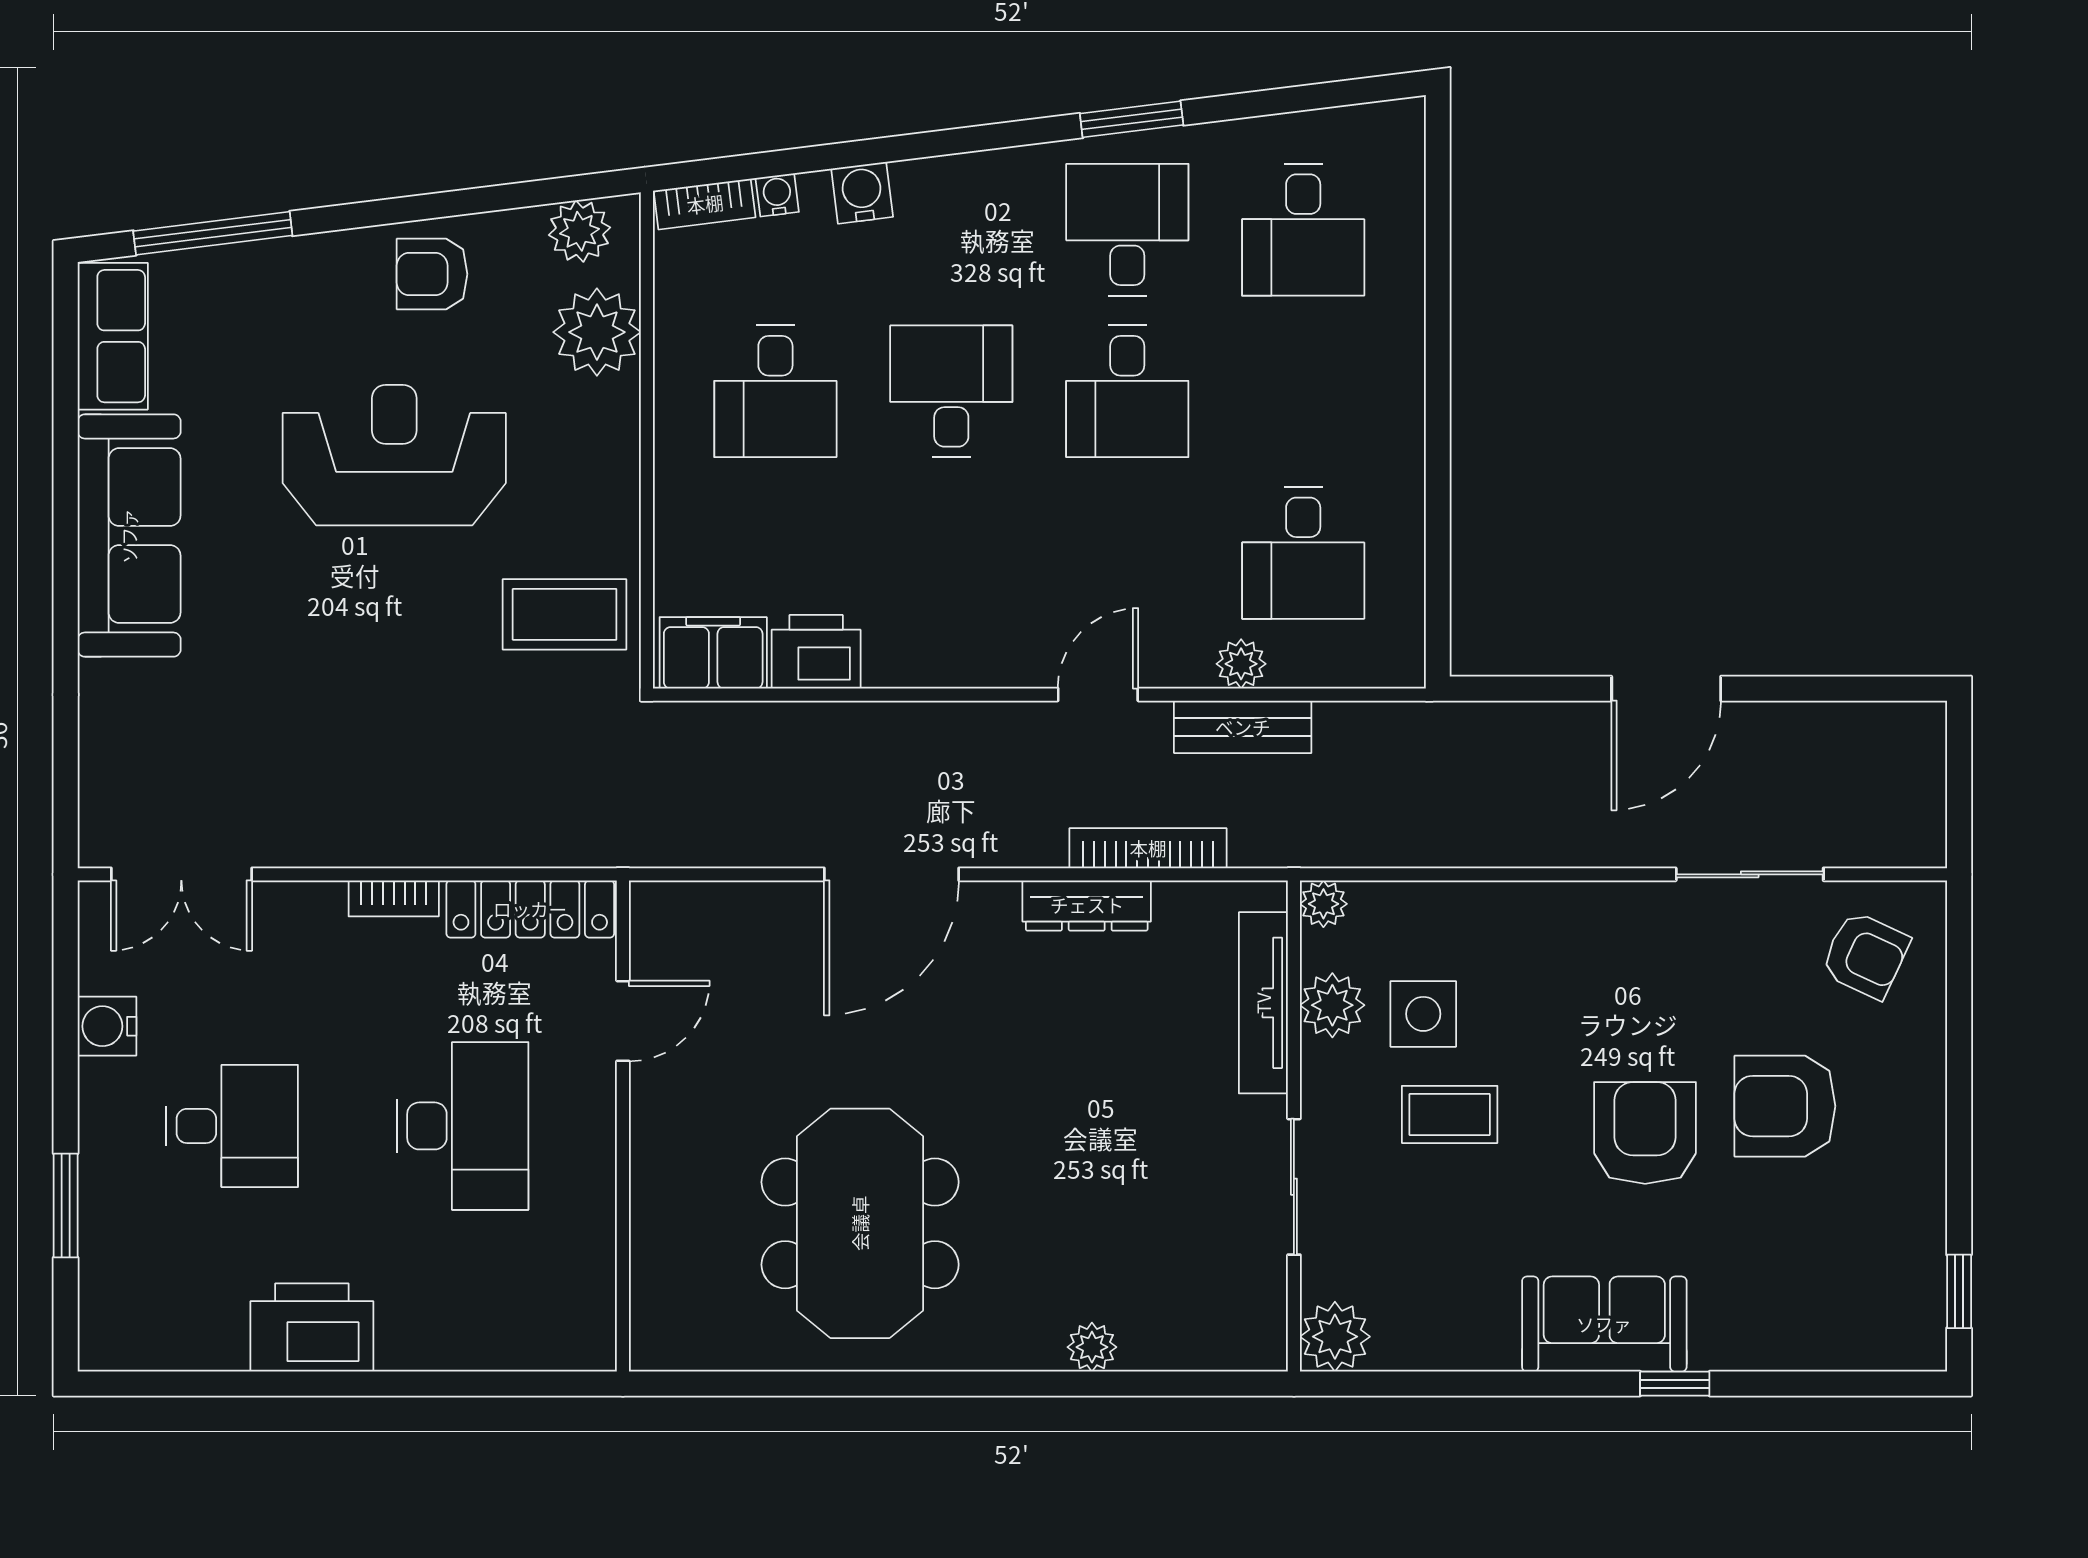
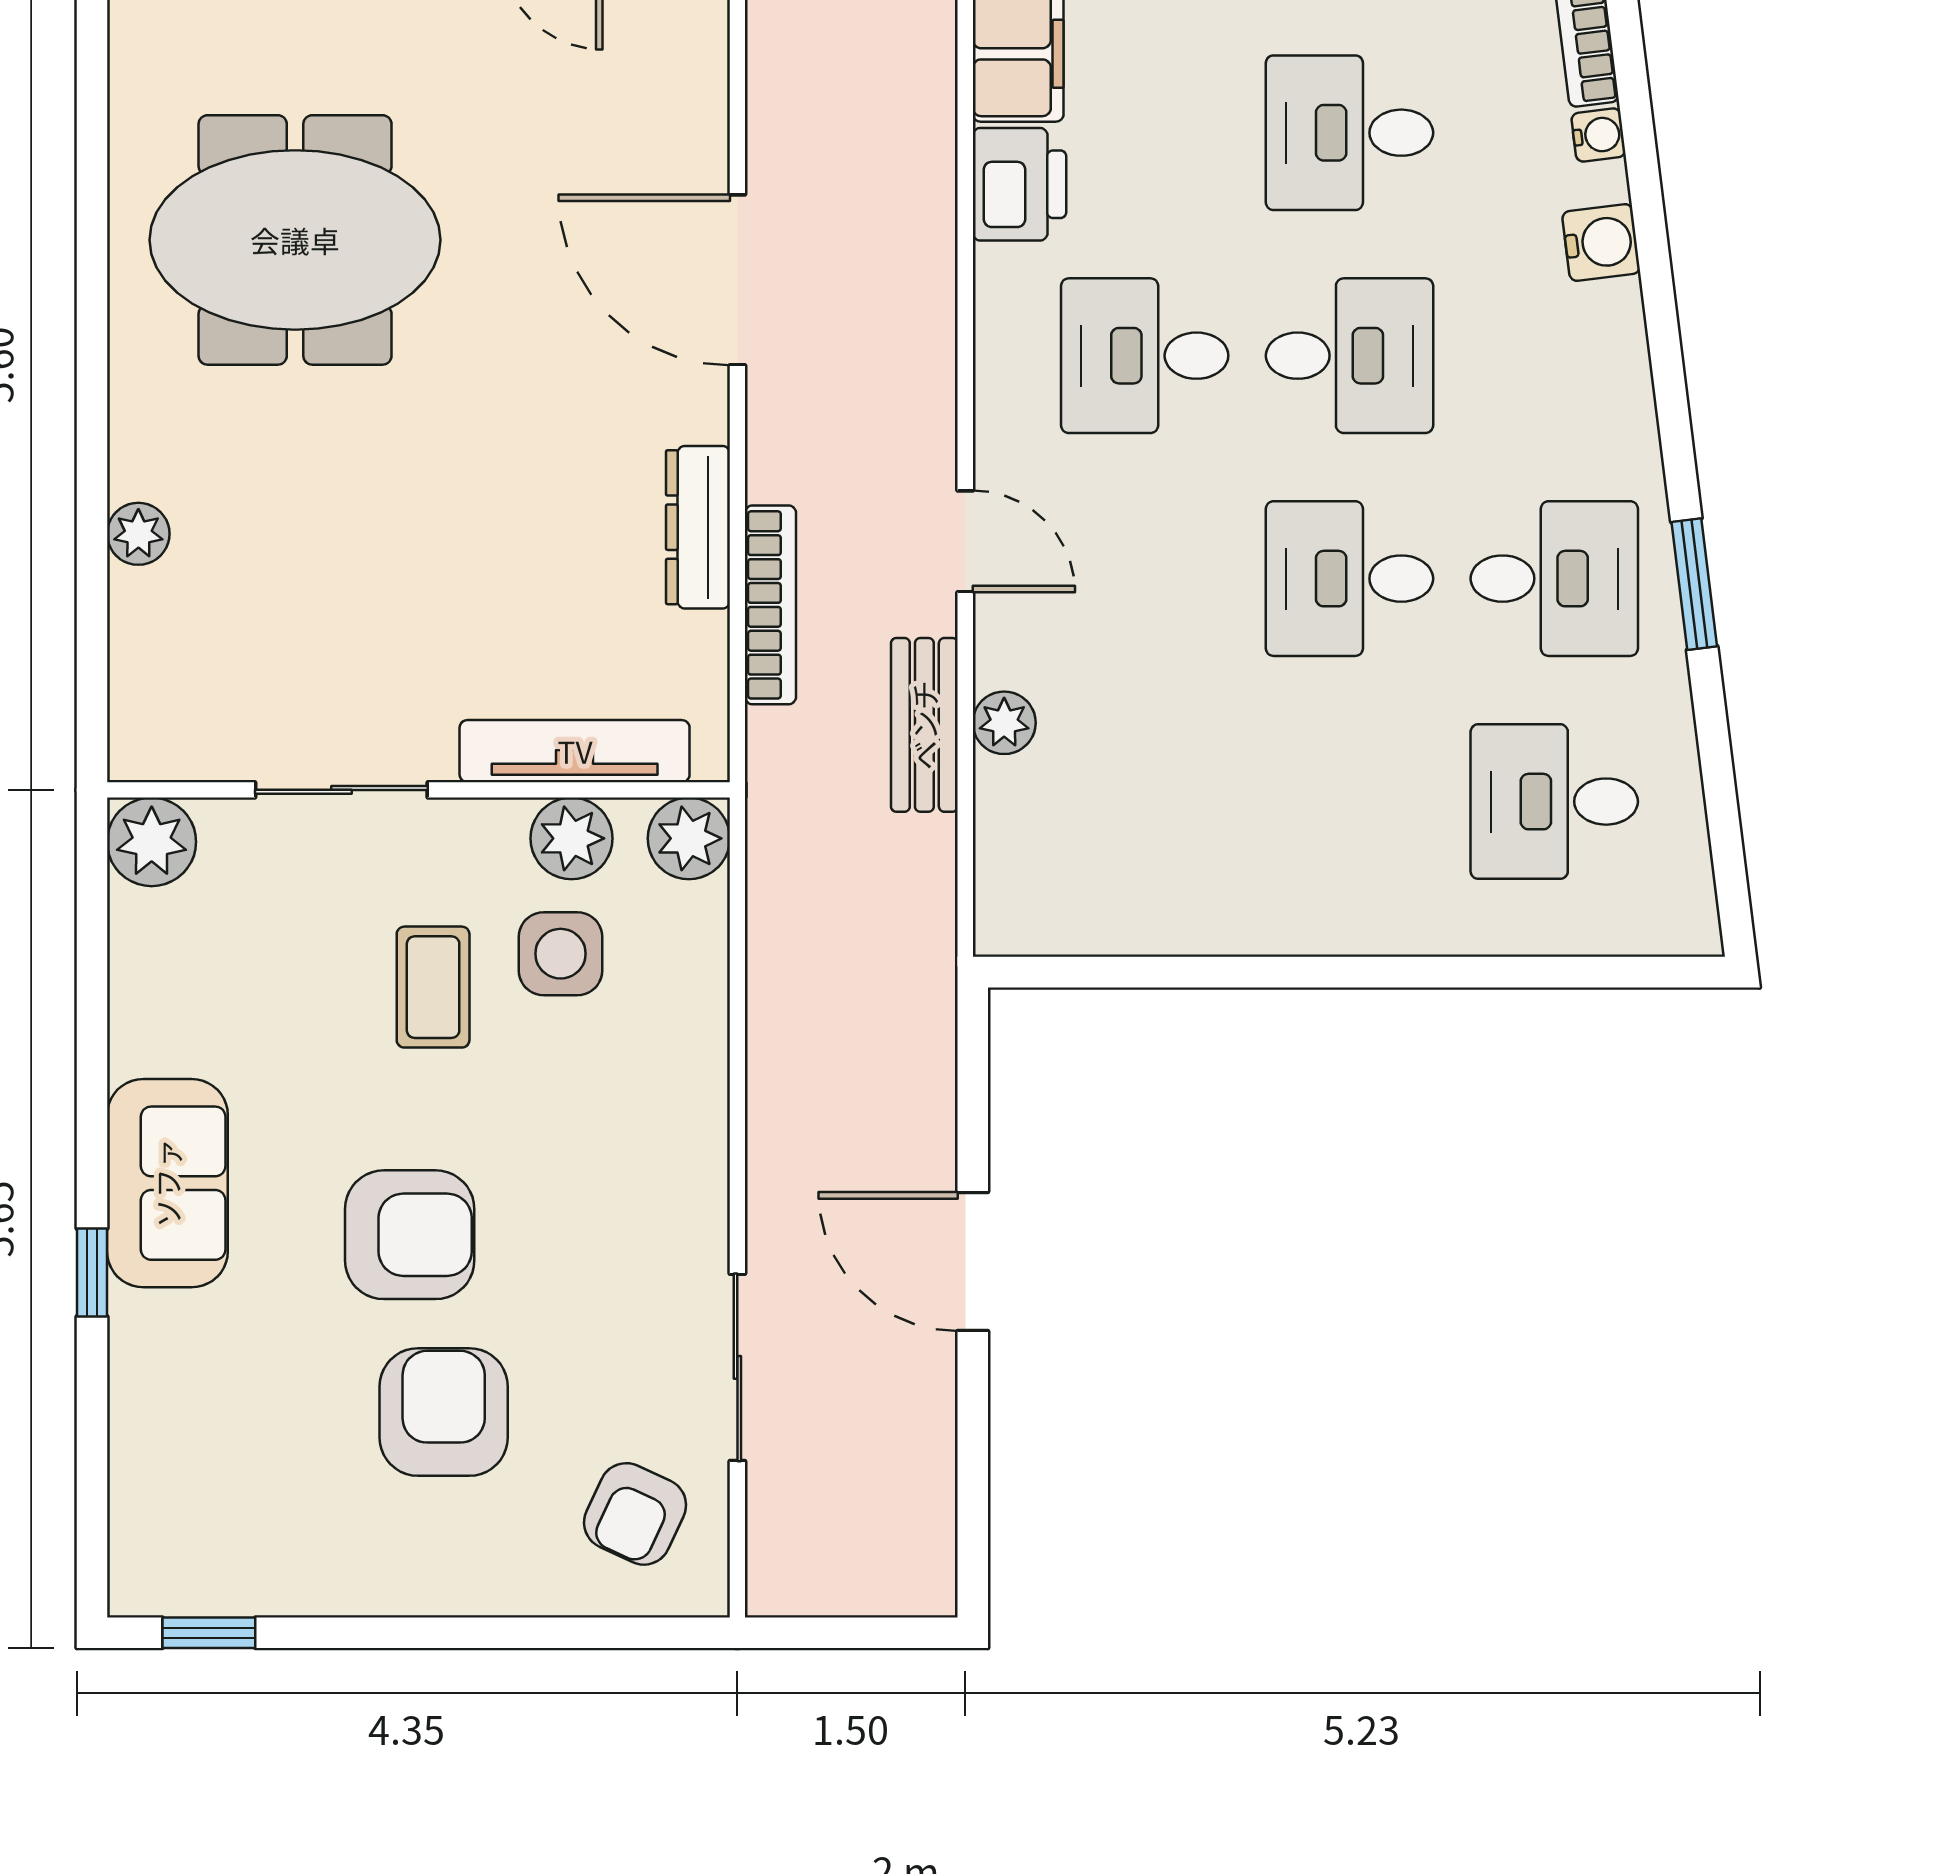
desk: (1303, 553) -> (1145, 356), moved
plant: (1323, 904) -> (689, 838), width x1.38, depth x1.38

